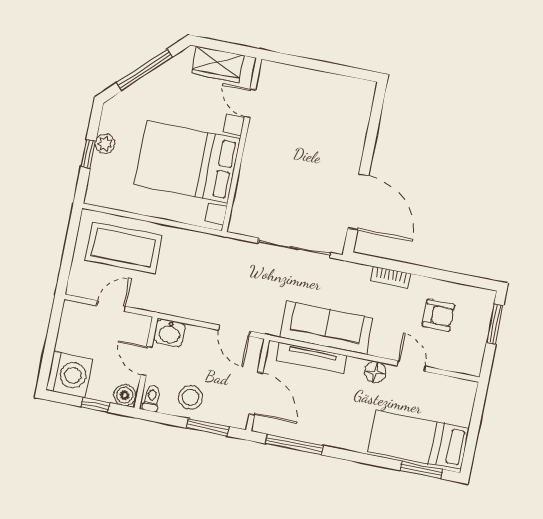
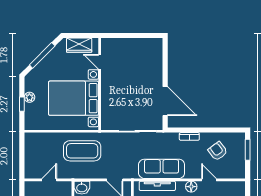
coffee table: (124, 248) -> (82, 151), moved
armchair: (438, 315) -> (218, 151), turned -127

